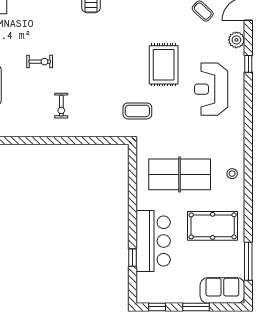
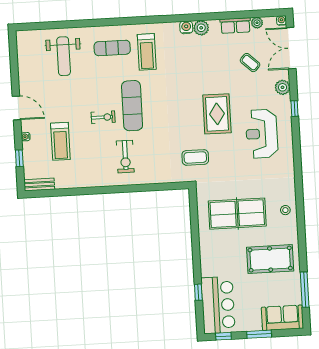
exercise mat: (72, 51) -> (132, 106), added
exercise bike: (61, 106) -> (125, 157), width x1.38, depth x1.39
bar counter: (153, 241) -> (218, 305), moved

